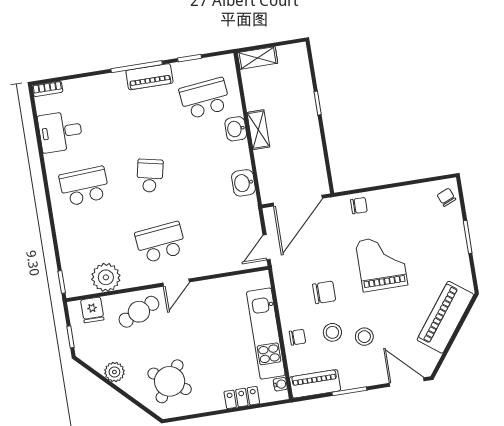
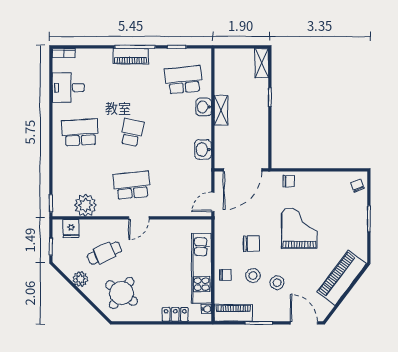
shelving: (258, 58) -> (262, 63), moved, turned 90
piano: (149, 77) -> (131, 56), moved
cafe table: (139, 312) -> (104, 253), moved

